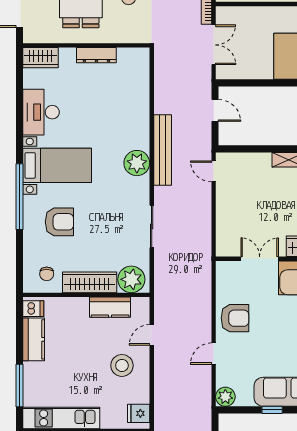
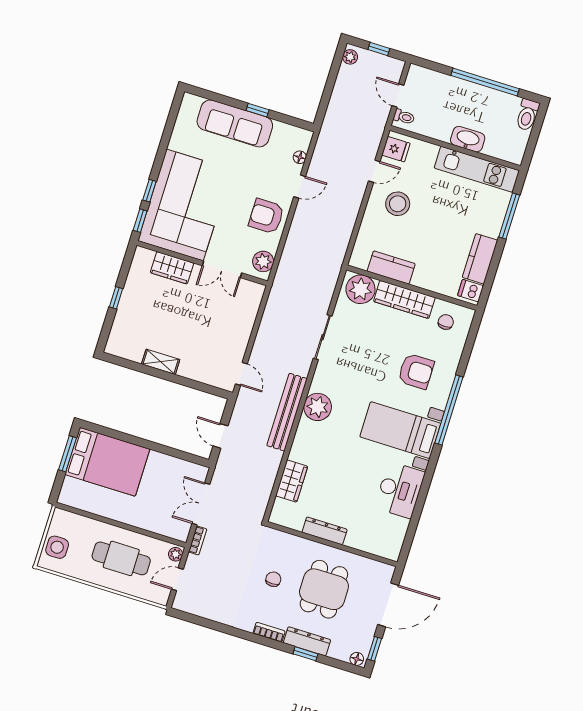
wardrobe: (41, 58) -> (292, 481), moved, turned 90
armchair: (59, 222) -> (416, 371), turned 180
door: (152, 335) -> (374, 171), moved
floor lamp: (222, 380) -> (300, 157), added
plant: (225, 397) -> (263, 261), moved

